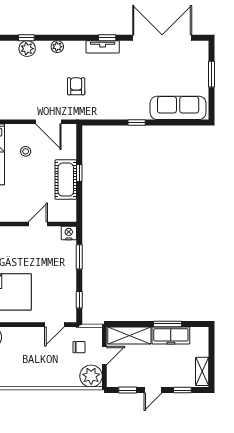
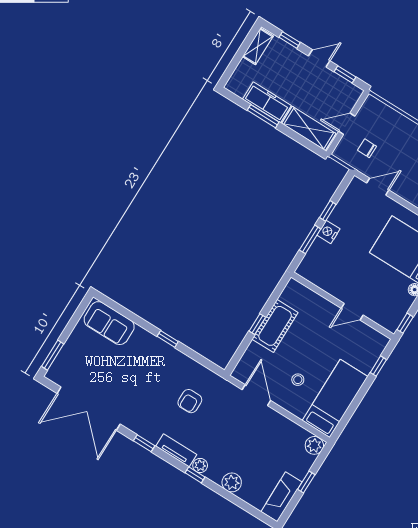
window: (26, 38) -> (195, 475), moved
tv unit: (103, 47) -> (176, 450), moved
window: (212, 74) -> (53, 355), moved
armchair: (76, 86) -> (190, 401), moved
sofa: (178, 108) -> (109, 323), width x0.73
door: (38, 224) -> (352, 312), moved
nightstand: (69, 233) -> (328, 232), moved, turned 90
window: (79, 300) -> (328, 211), moved
plant: (91, 376) -> (373, 112), removed

